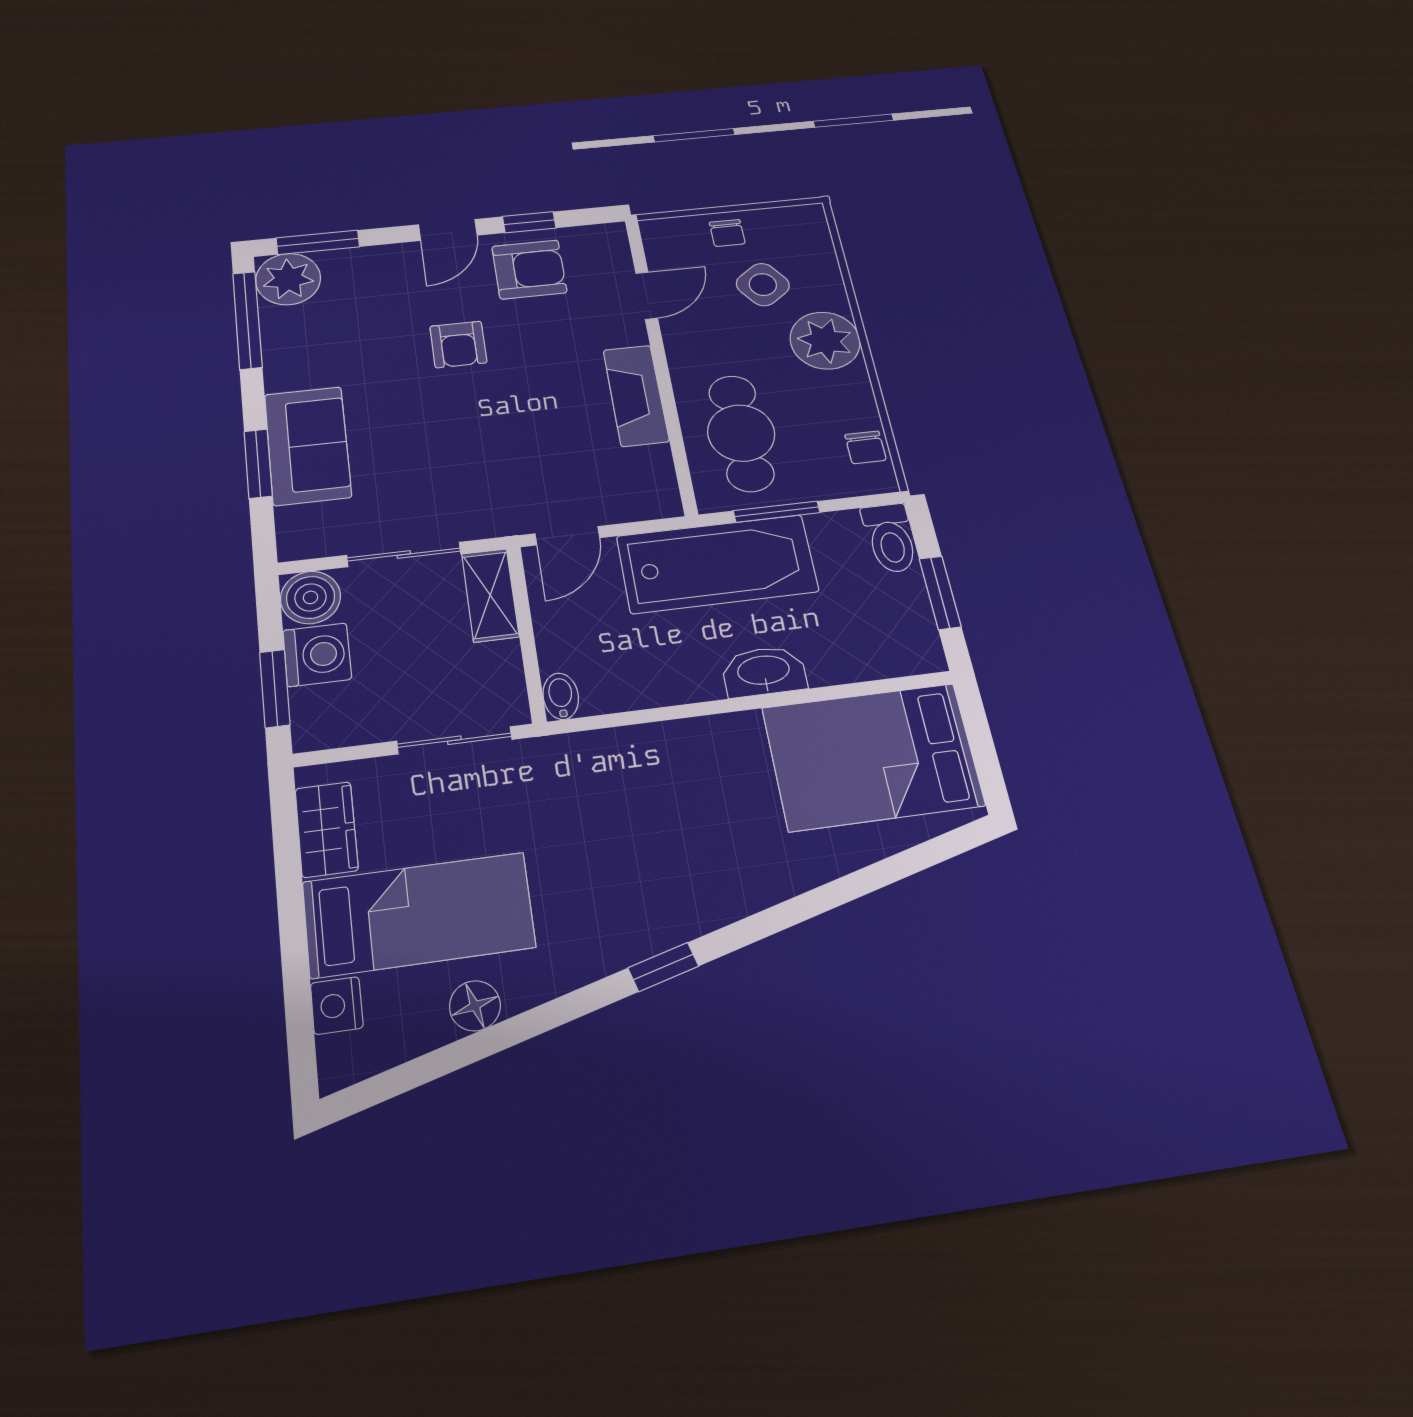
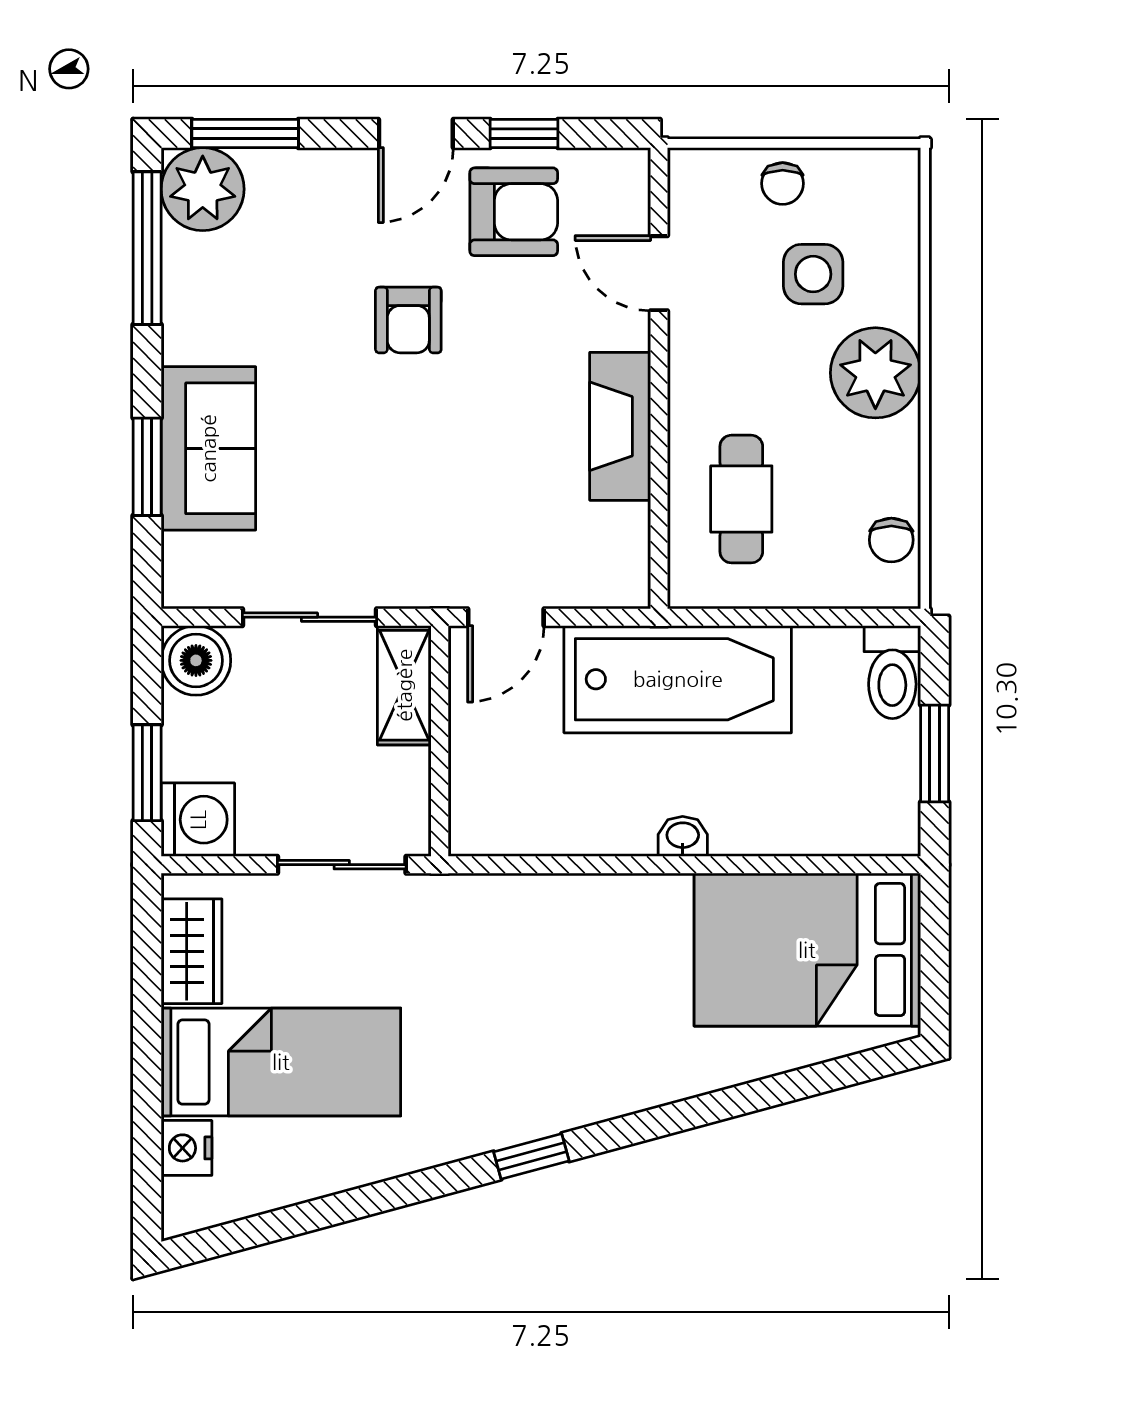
side table: (763, 285) -> (813, 274), turned 36
door: (647, 296) -> (659, 273), swing flipped
cafe table: (741, 433) -> (741, 499), width x0.73, depth x0.74
window: (777, 512) -> (763, 617), removed
washing machine: (317, 655) -> (198, 820), moved
washbasin: (764, 671) -> (683, 836), width x0.52, depth x0.69
bidet: (561, 696) -> (468, 827), removed
floor lamp: (475, 1006) -> (329, 1169), removed

